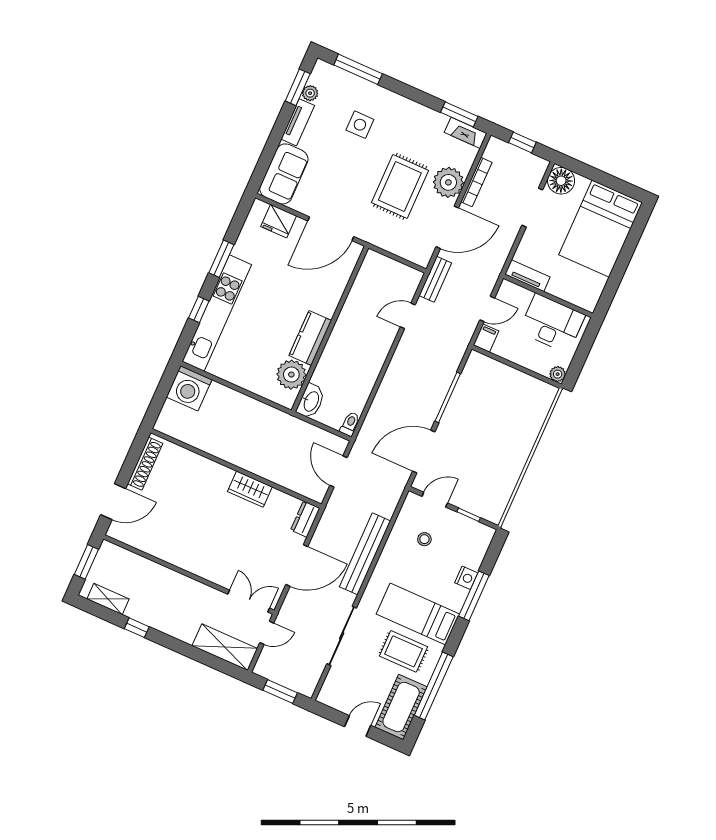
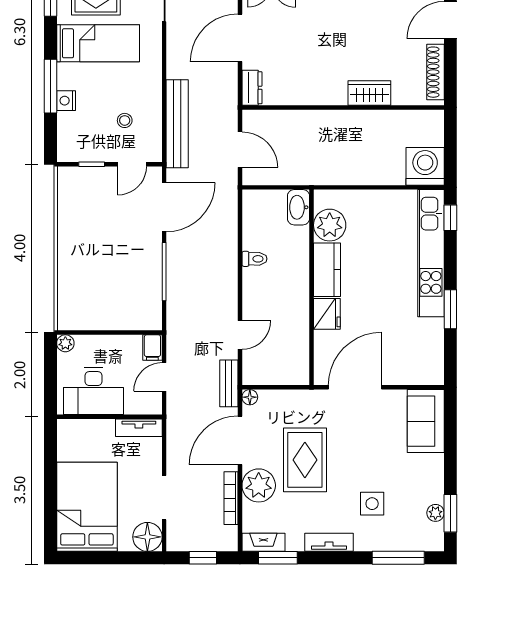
tv unit: (298, 122) -> (329, 542), moved, turned 90
fridge: (279, 221) -> (327, 314), moved, turned 90
floor lamp: (423, 260) -> (250, 397), added
window: (199, 309) -> (450, 218), moved
toilet: (350, 424) -> (254, 259), moved, turned -90
wardrobe: (250, 489) -> (369, 93), moved
bench: (365, 554) -> (177, 124), moved

